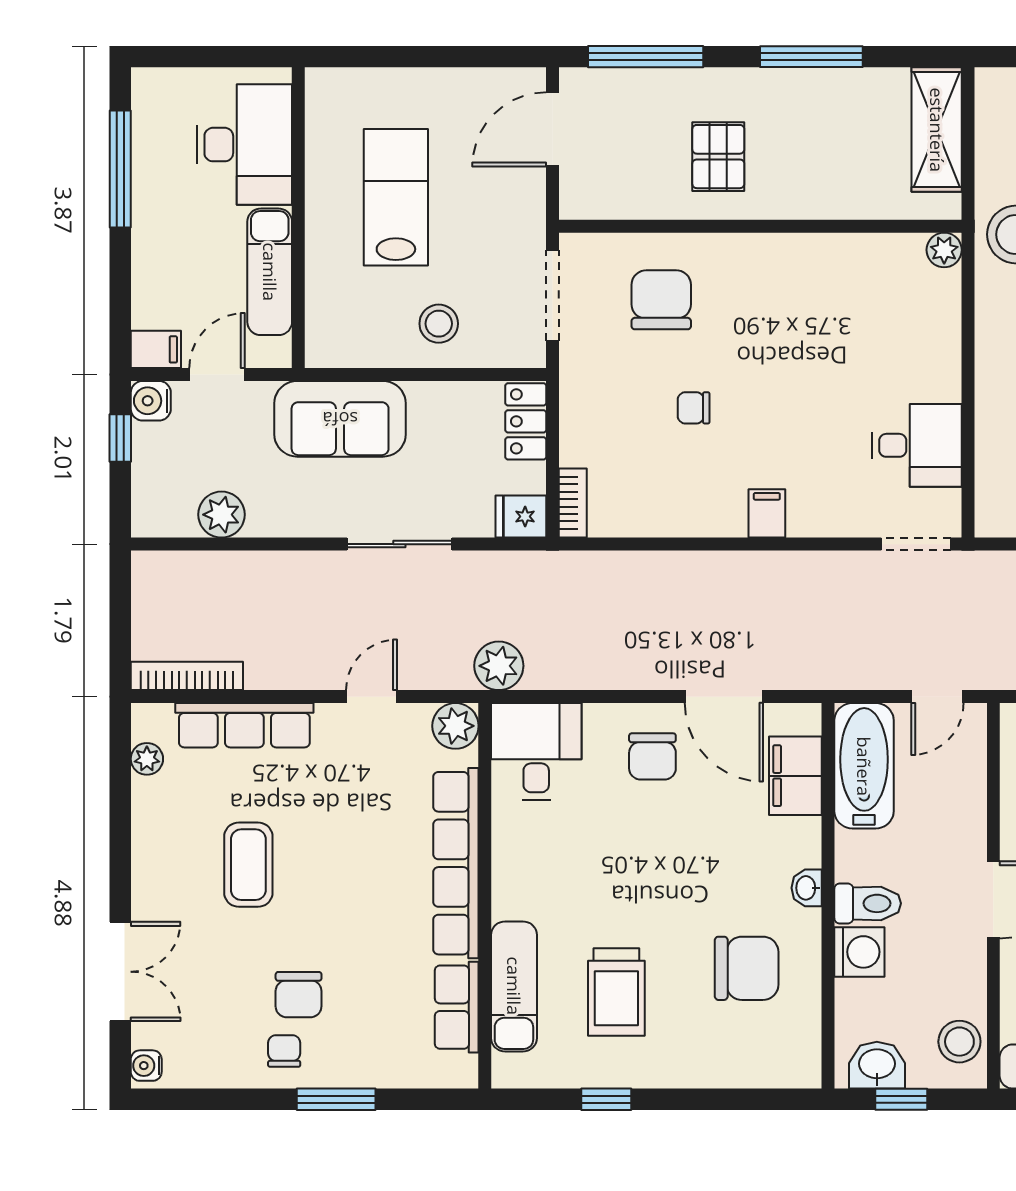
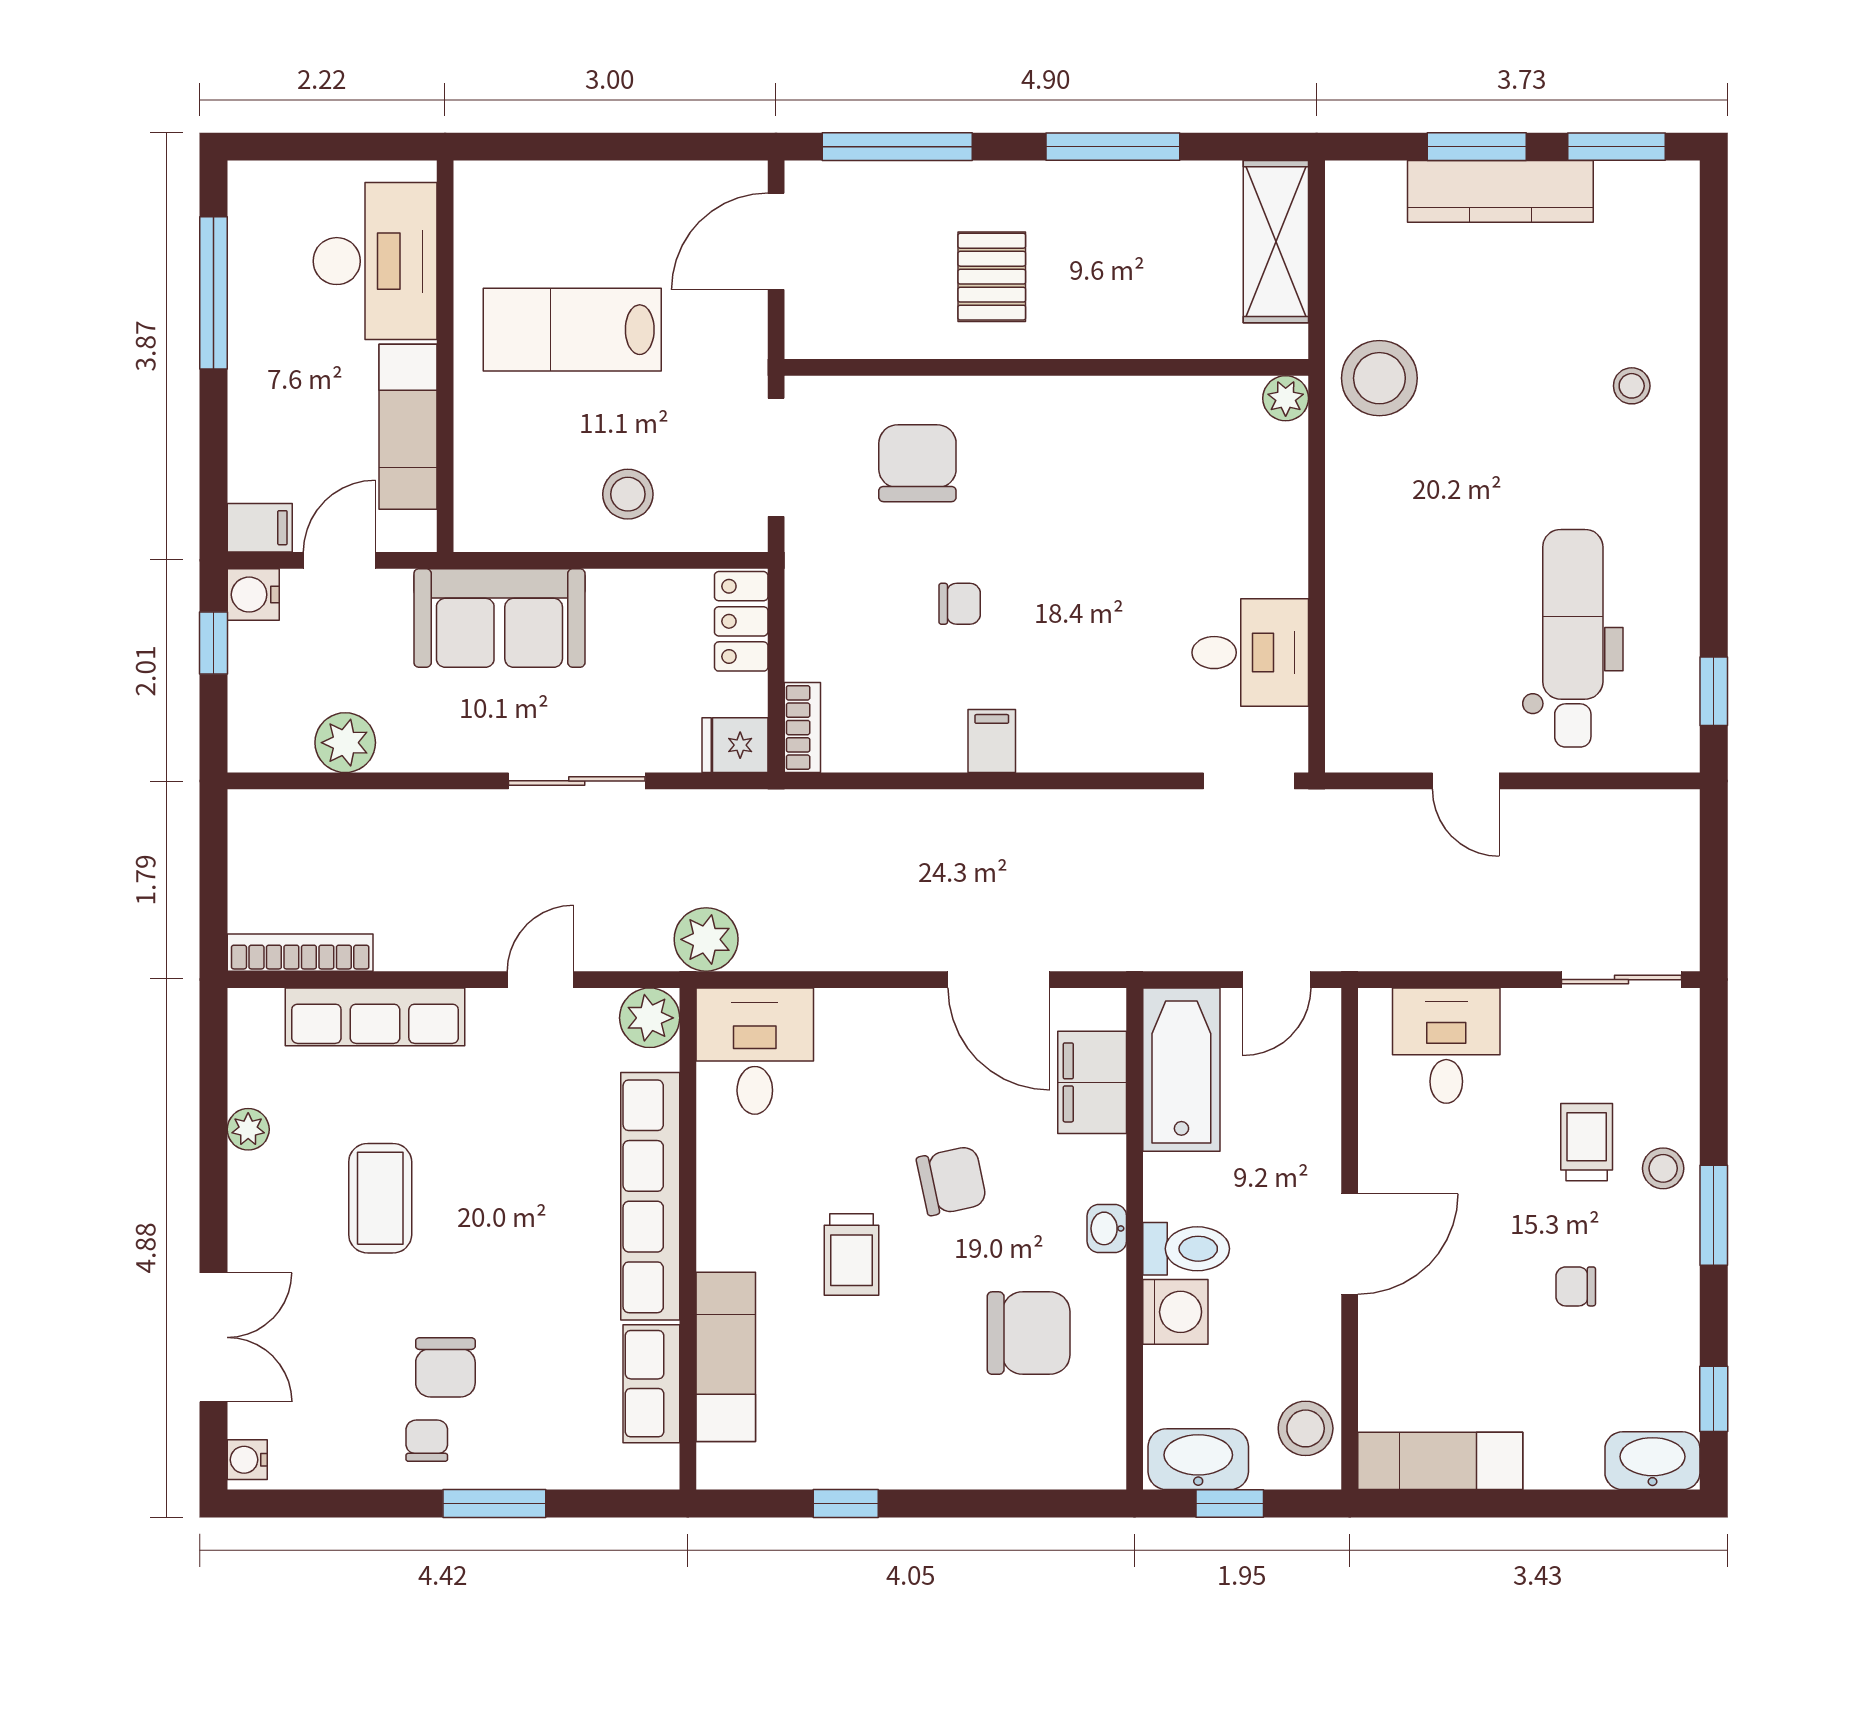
lab bench: (396, 197) -> (572, 330), turned -90
chair: (694, 408) -> (960, 604), turned 180
filing cabinet: (767, 513) -> (992, 741), moved
chair: (652, 756) -> (952, 1181), moved, turned -102
plant: (147, 759) -> (248, 1129), moved
trolley: (616, 992) -> (852, 1255), moved, width x0.73, depth x0.72
washbasin: (877, 1065) -> (1198, 1459), width x1.38

